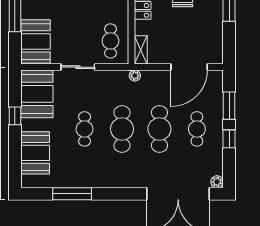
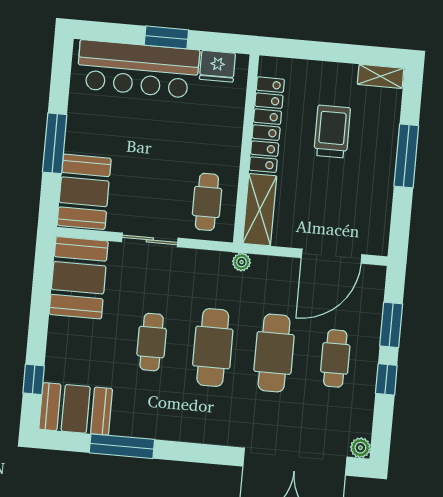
shelving: (141, 50) -> (260, 210), width x1.50, depth x1.33
window: (15, 116) -> (34, 379), moved
booth: (35, 153) -> (76, 409), moved, turned 90

